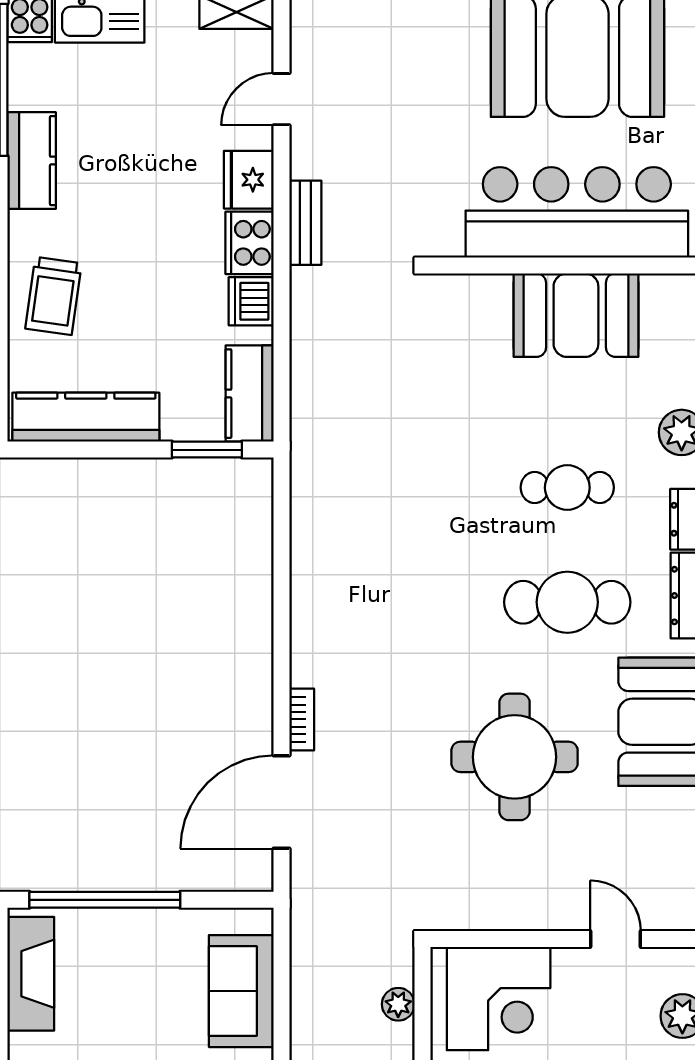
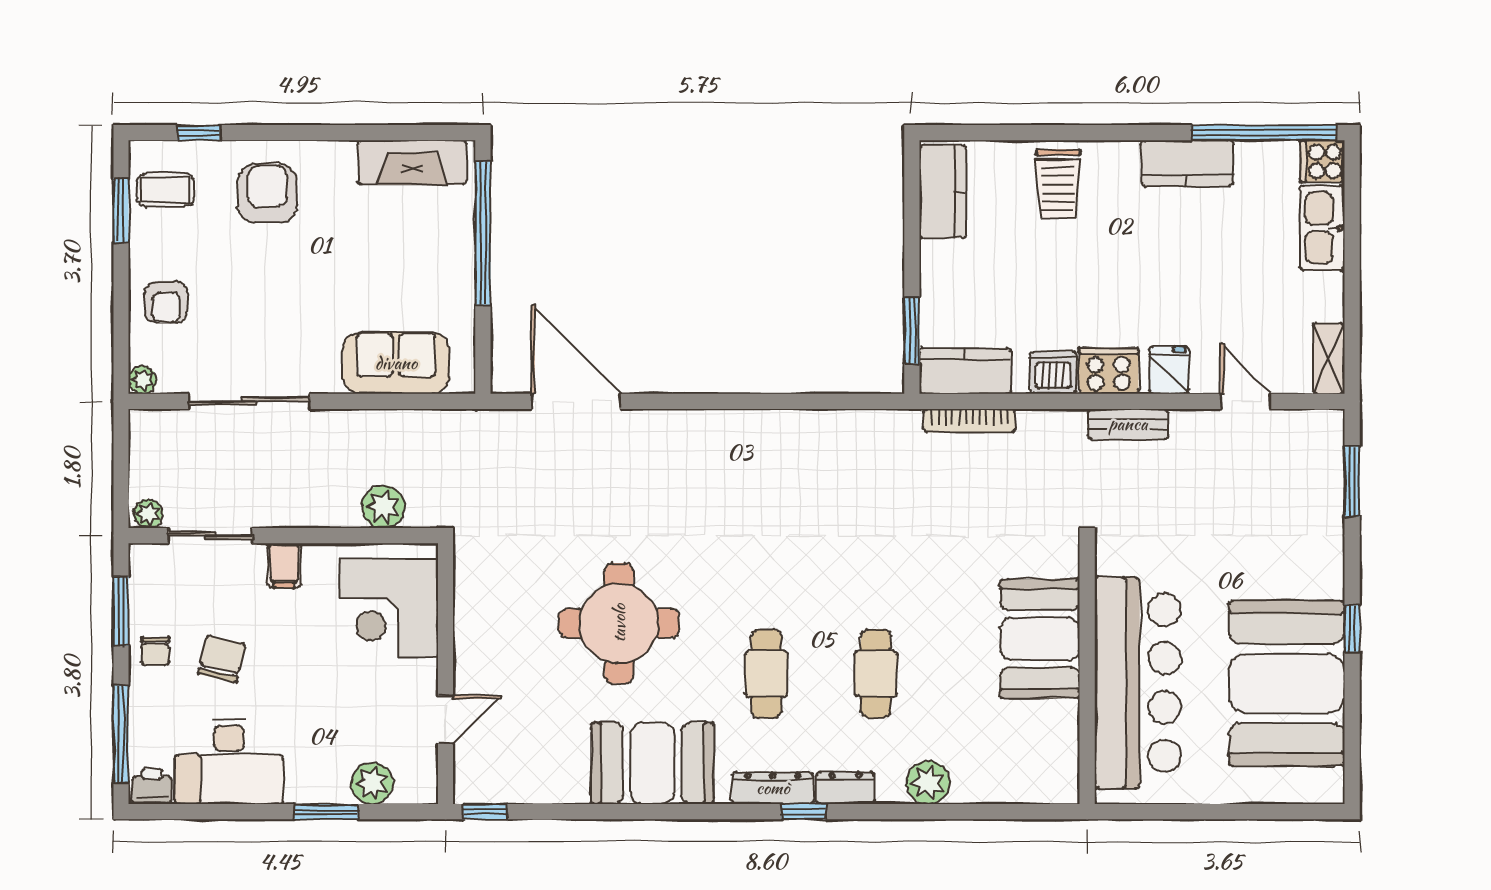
fridge: (249, 180) -> (1169, 370), width x0.72
trolley: (54, 296) -> (1058, 184), turned -98
booth: (576, 315) -> (1040, 639), moved
kitchen counter: (86, 417) -> (943, 192), width x0.67
cafe table: (567, 602) -> (766, 674), width x0.73, depth x0.74
bookcase: (302, 719) -> (969, 421), moved, width x1.56
plant: (398, 1004) -> (383, 507), width x1.38, depth x1.38

